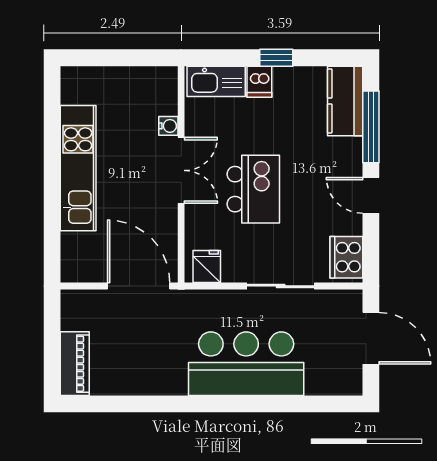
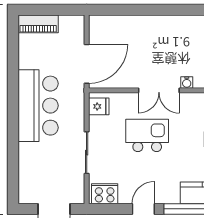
kitchen unit: (78, 168) -> (160, 26), removed
kitchen island: (253, 189) -> (147, 135), turned 180
bar counter: (246, 364) -> (38, 106), moved

